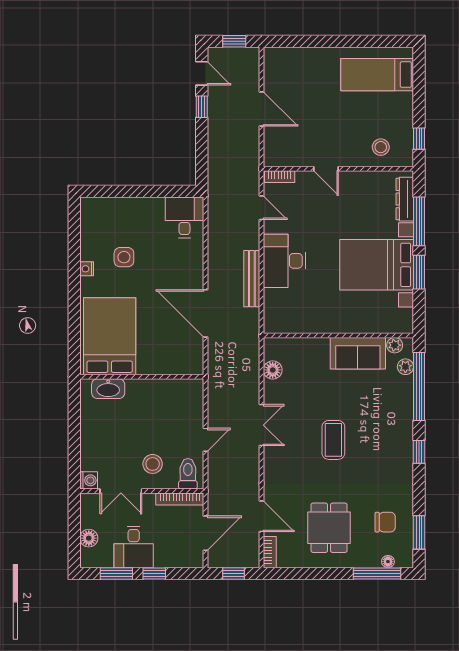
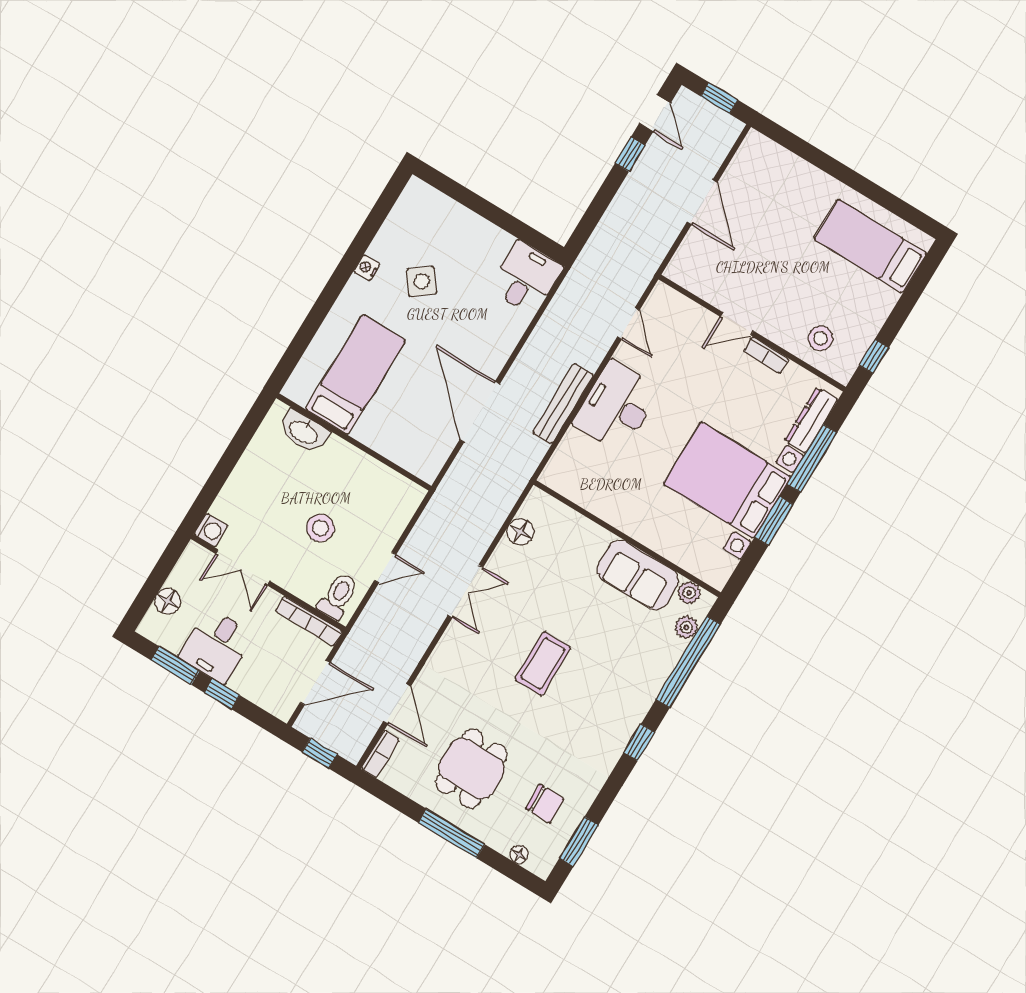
door: (326, 169) -> (737, 324), hinge flipped
bookcase: (280, 177) -> (766, 355), moved
side table: (124, 257) -> (422, 281), turned -38
bed: (110, 336) -> (355, 375), width x0.67
stool: (153, 464) -> (320, 528), moved
window: (377, 573) -> (452, 834), moved

